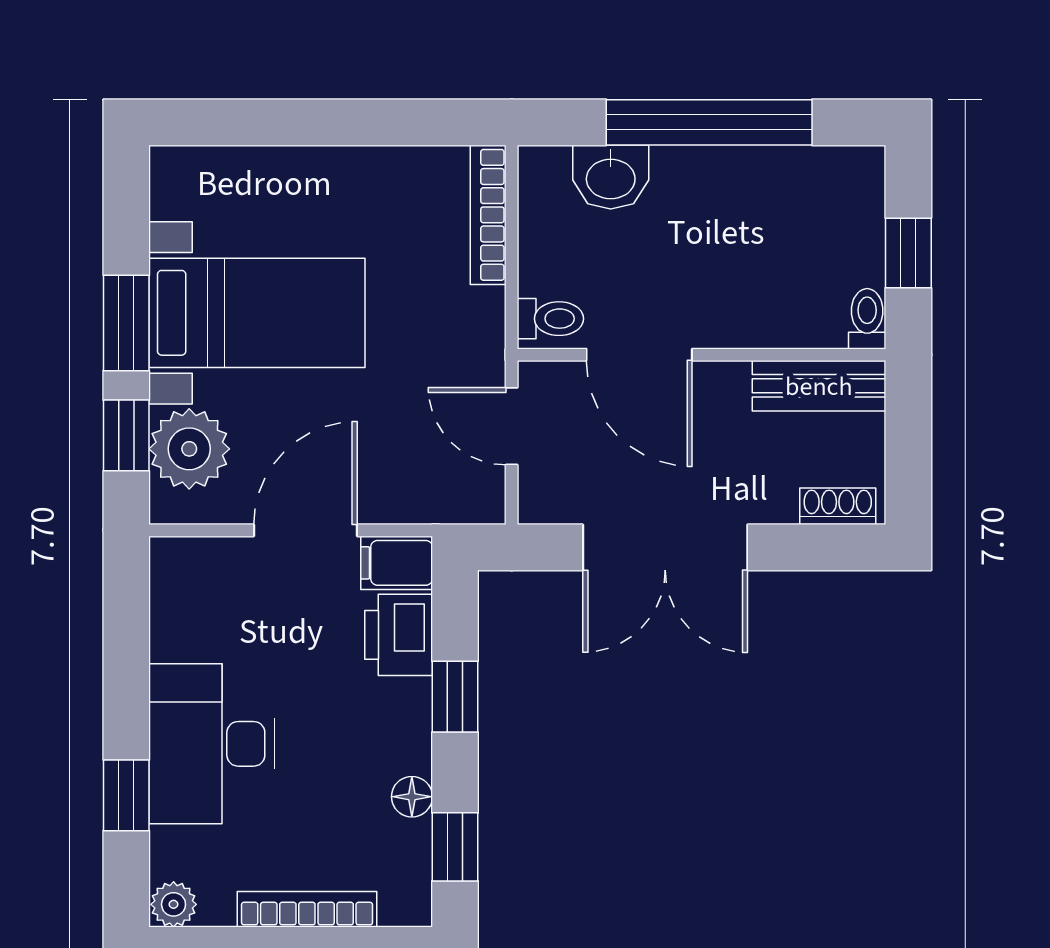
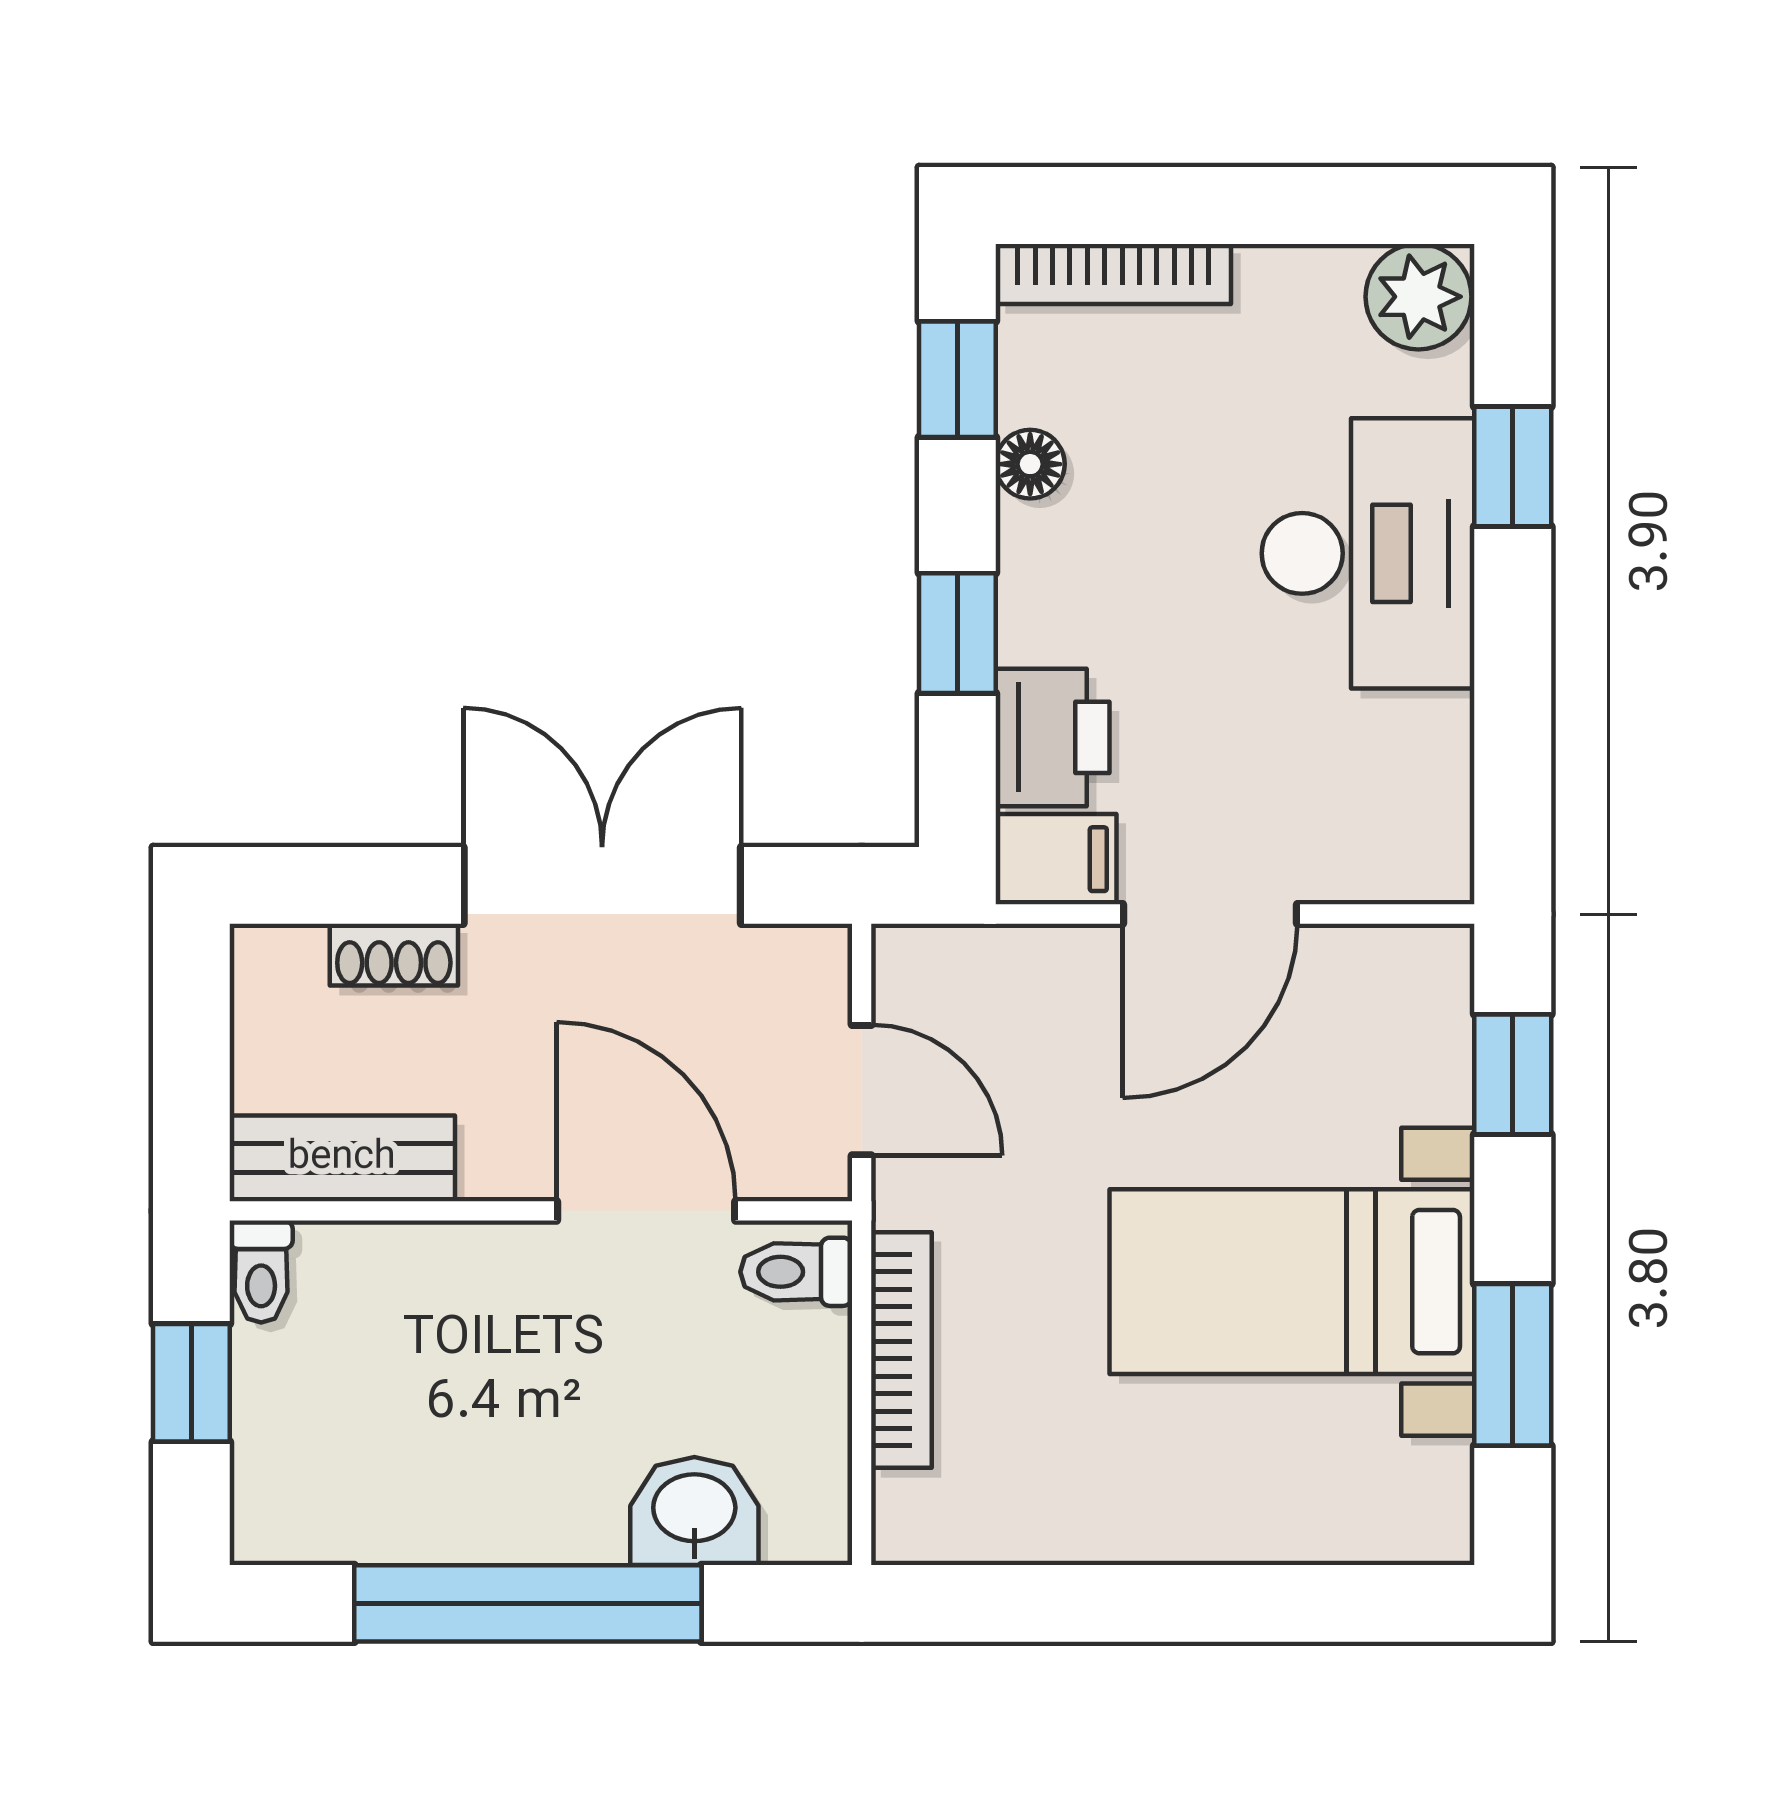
bookcase: (488, 215) -> (901, 1350), moved
window: (126, 323) -> (1513, 1365), moved
plant: (189, 449) -> (1406, 1052), removed
shoe rack: (838, 506) -> (394, 955), moved
plant: (174, 904) -> (1418, 297), width x1.38, depth x1.38
bookcase: (307, 909) -> (1113, 274), moved

